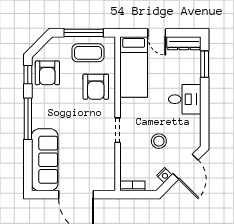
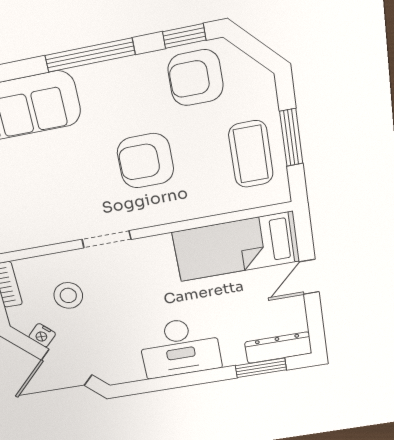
window: (84, 33) -> (291, 138), width x0.69
dresser: (184, 43) -> (278, 348), moved, turned 90
armchair: (96, 87) -> (145, 161), moved
desk: (185, 99) -> (180, 348), width x1.37
stool: (159, 141) -> (68, 295), moved

